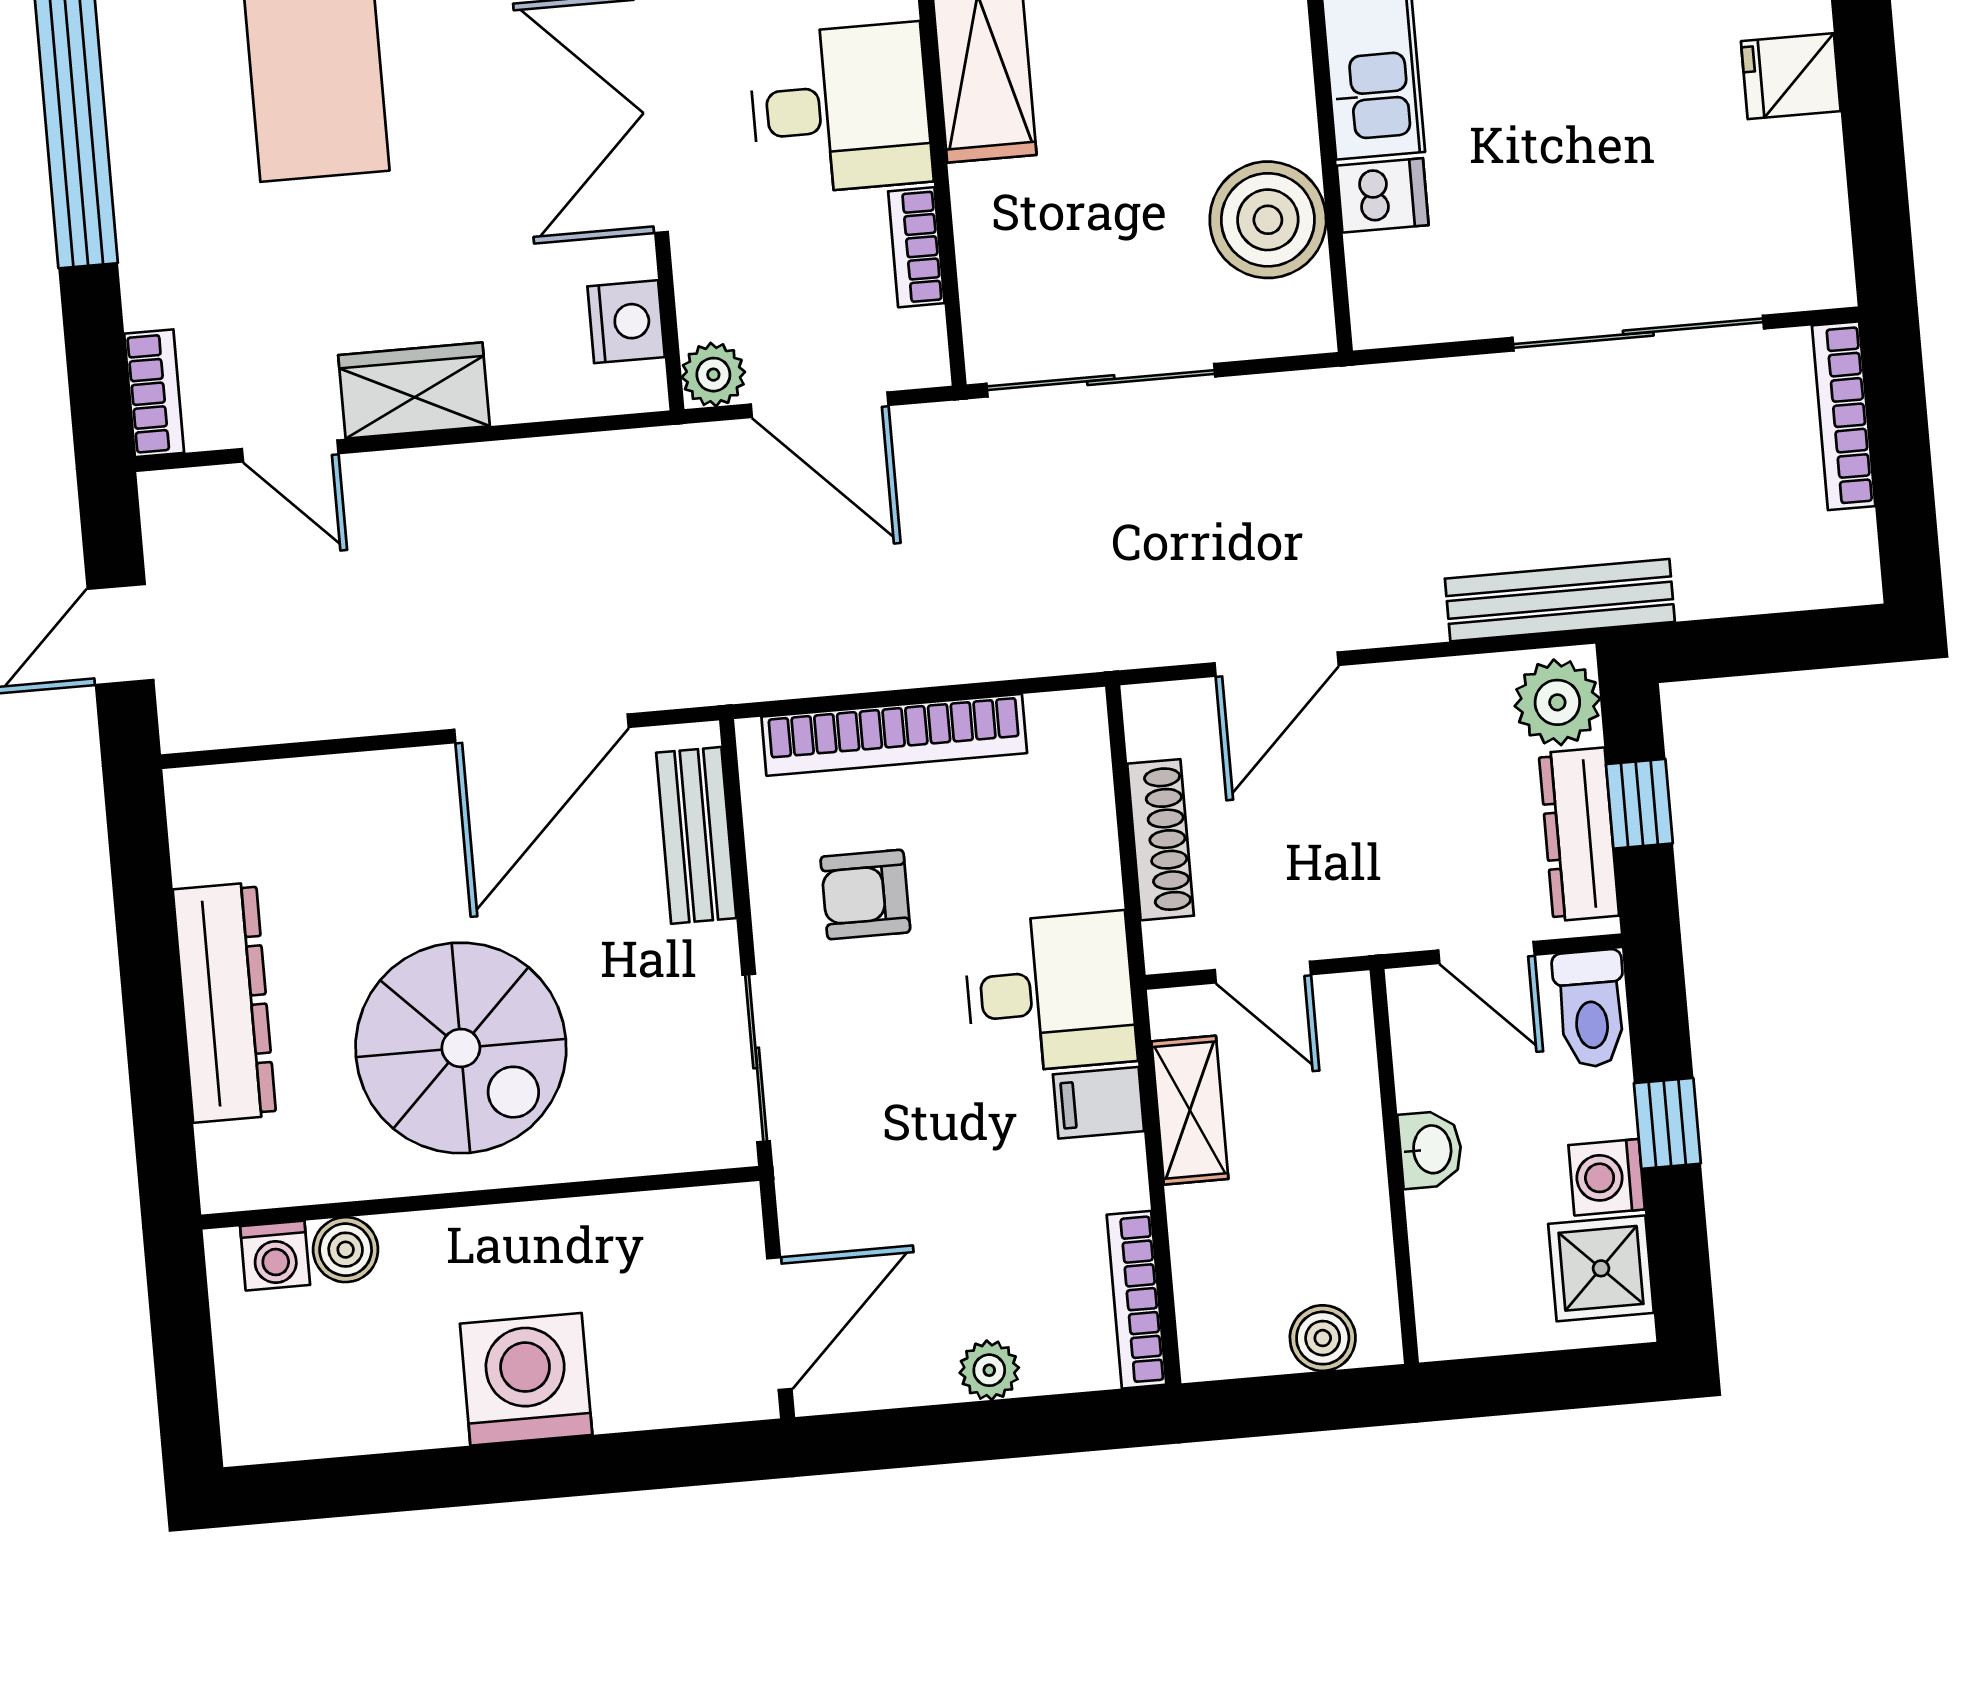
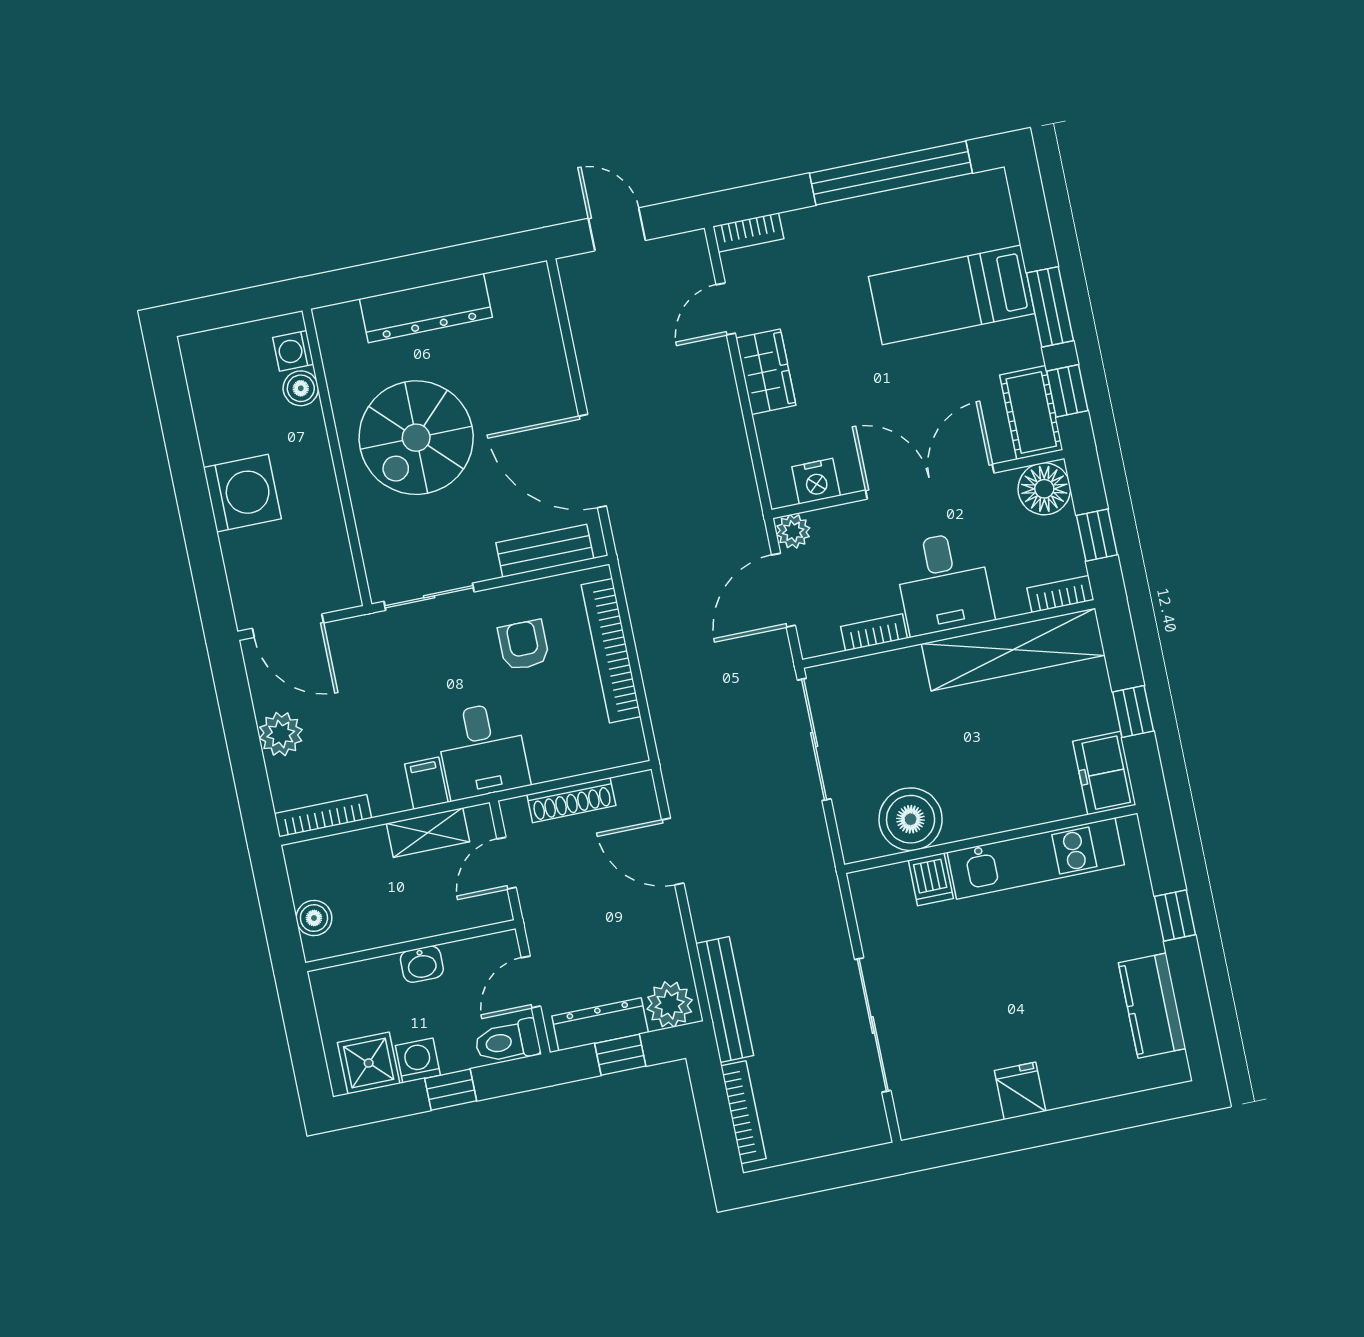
bookcase: (1844, 416) -> (743, 1112), moved, turned 90
plant: (989, 1370) -> (281, 734), width x1.38, depth x1.38

